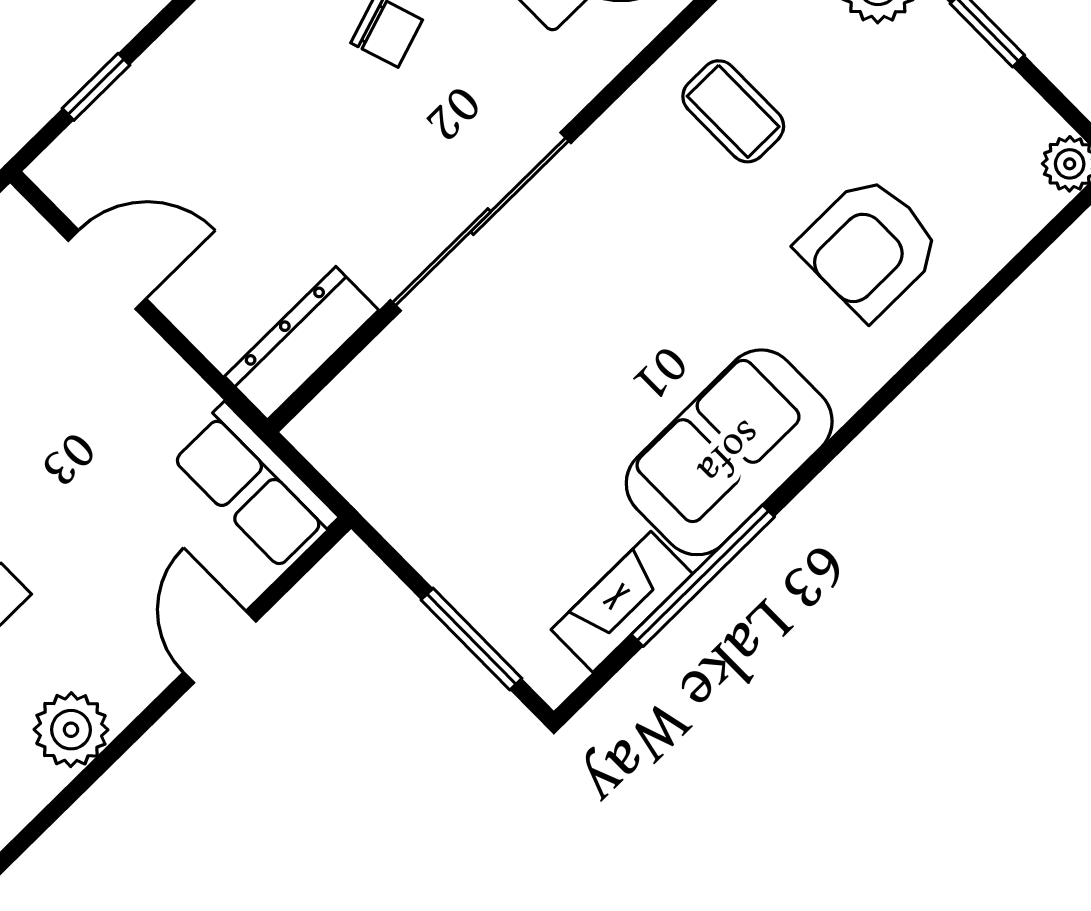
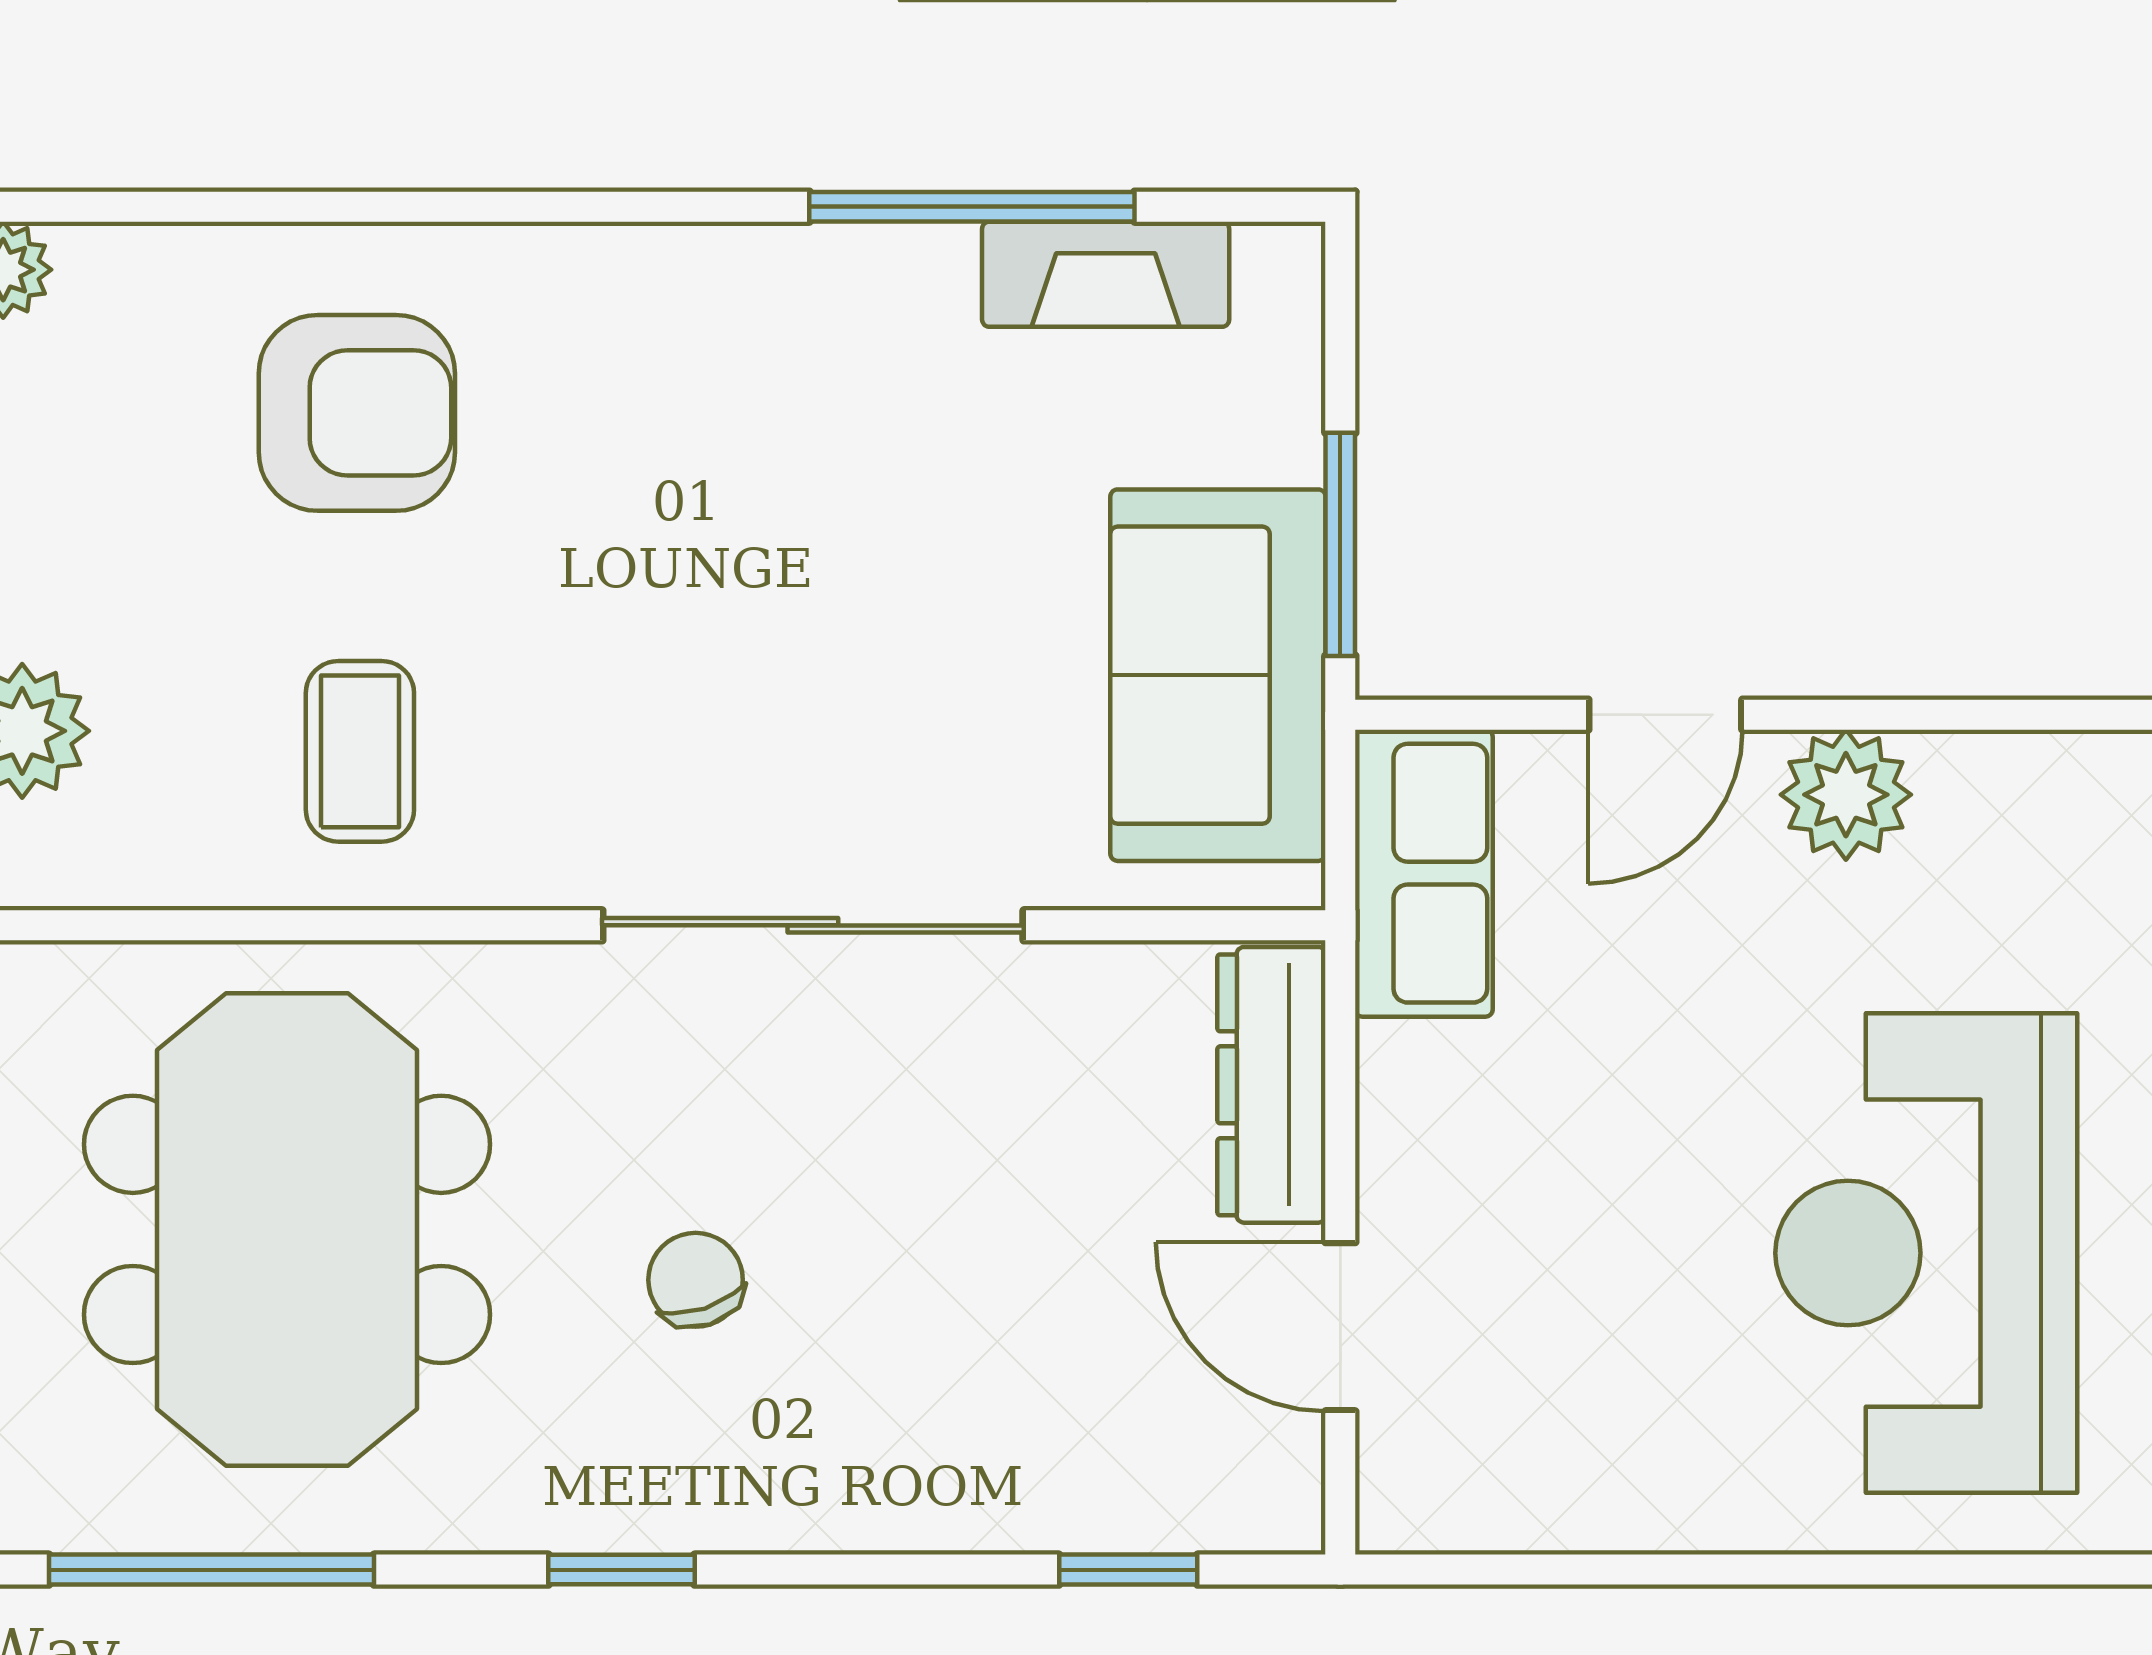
dresser: (302, 343) -> (1271, 1085), moved, turned 90
sofa: (729, 452) -> (1218, 675), moved, turned 90
window: (471, 639) -> (1340, 544), moved
plant: (71, 730) -> (1846, 795), moved

